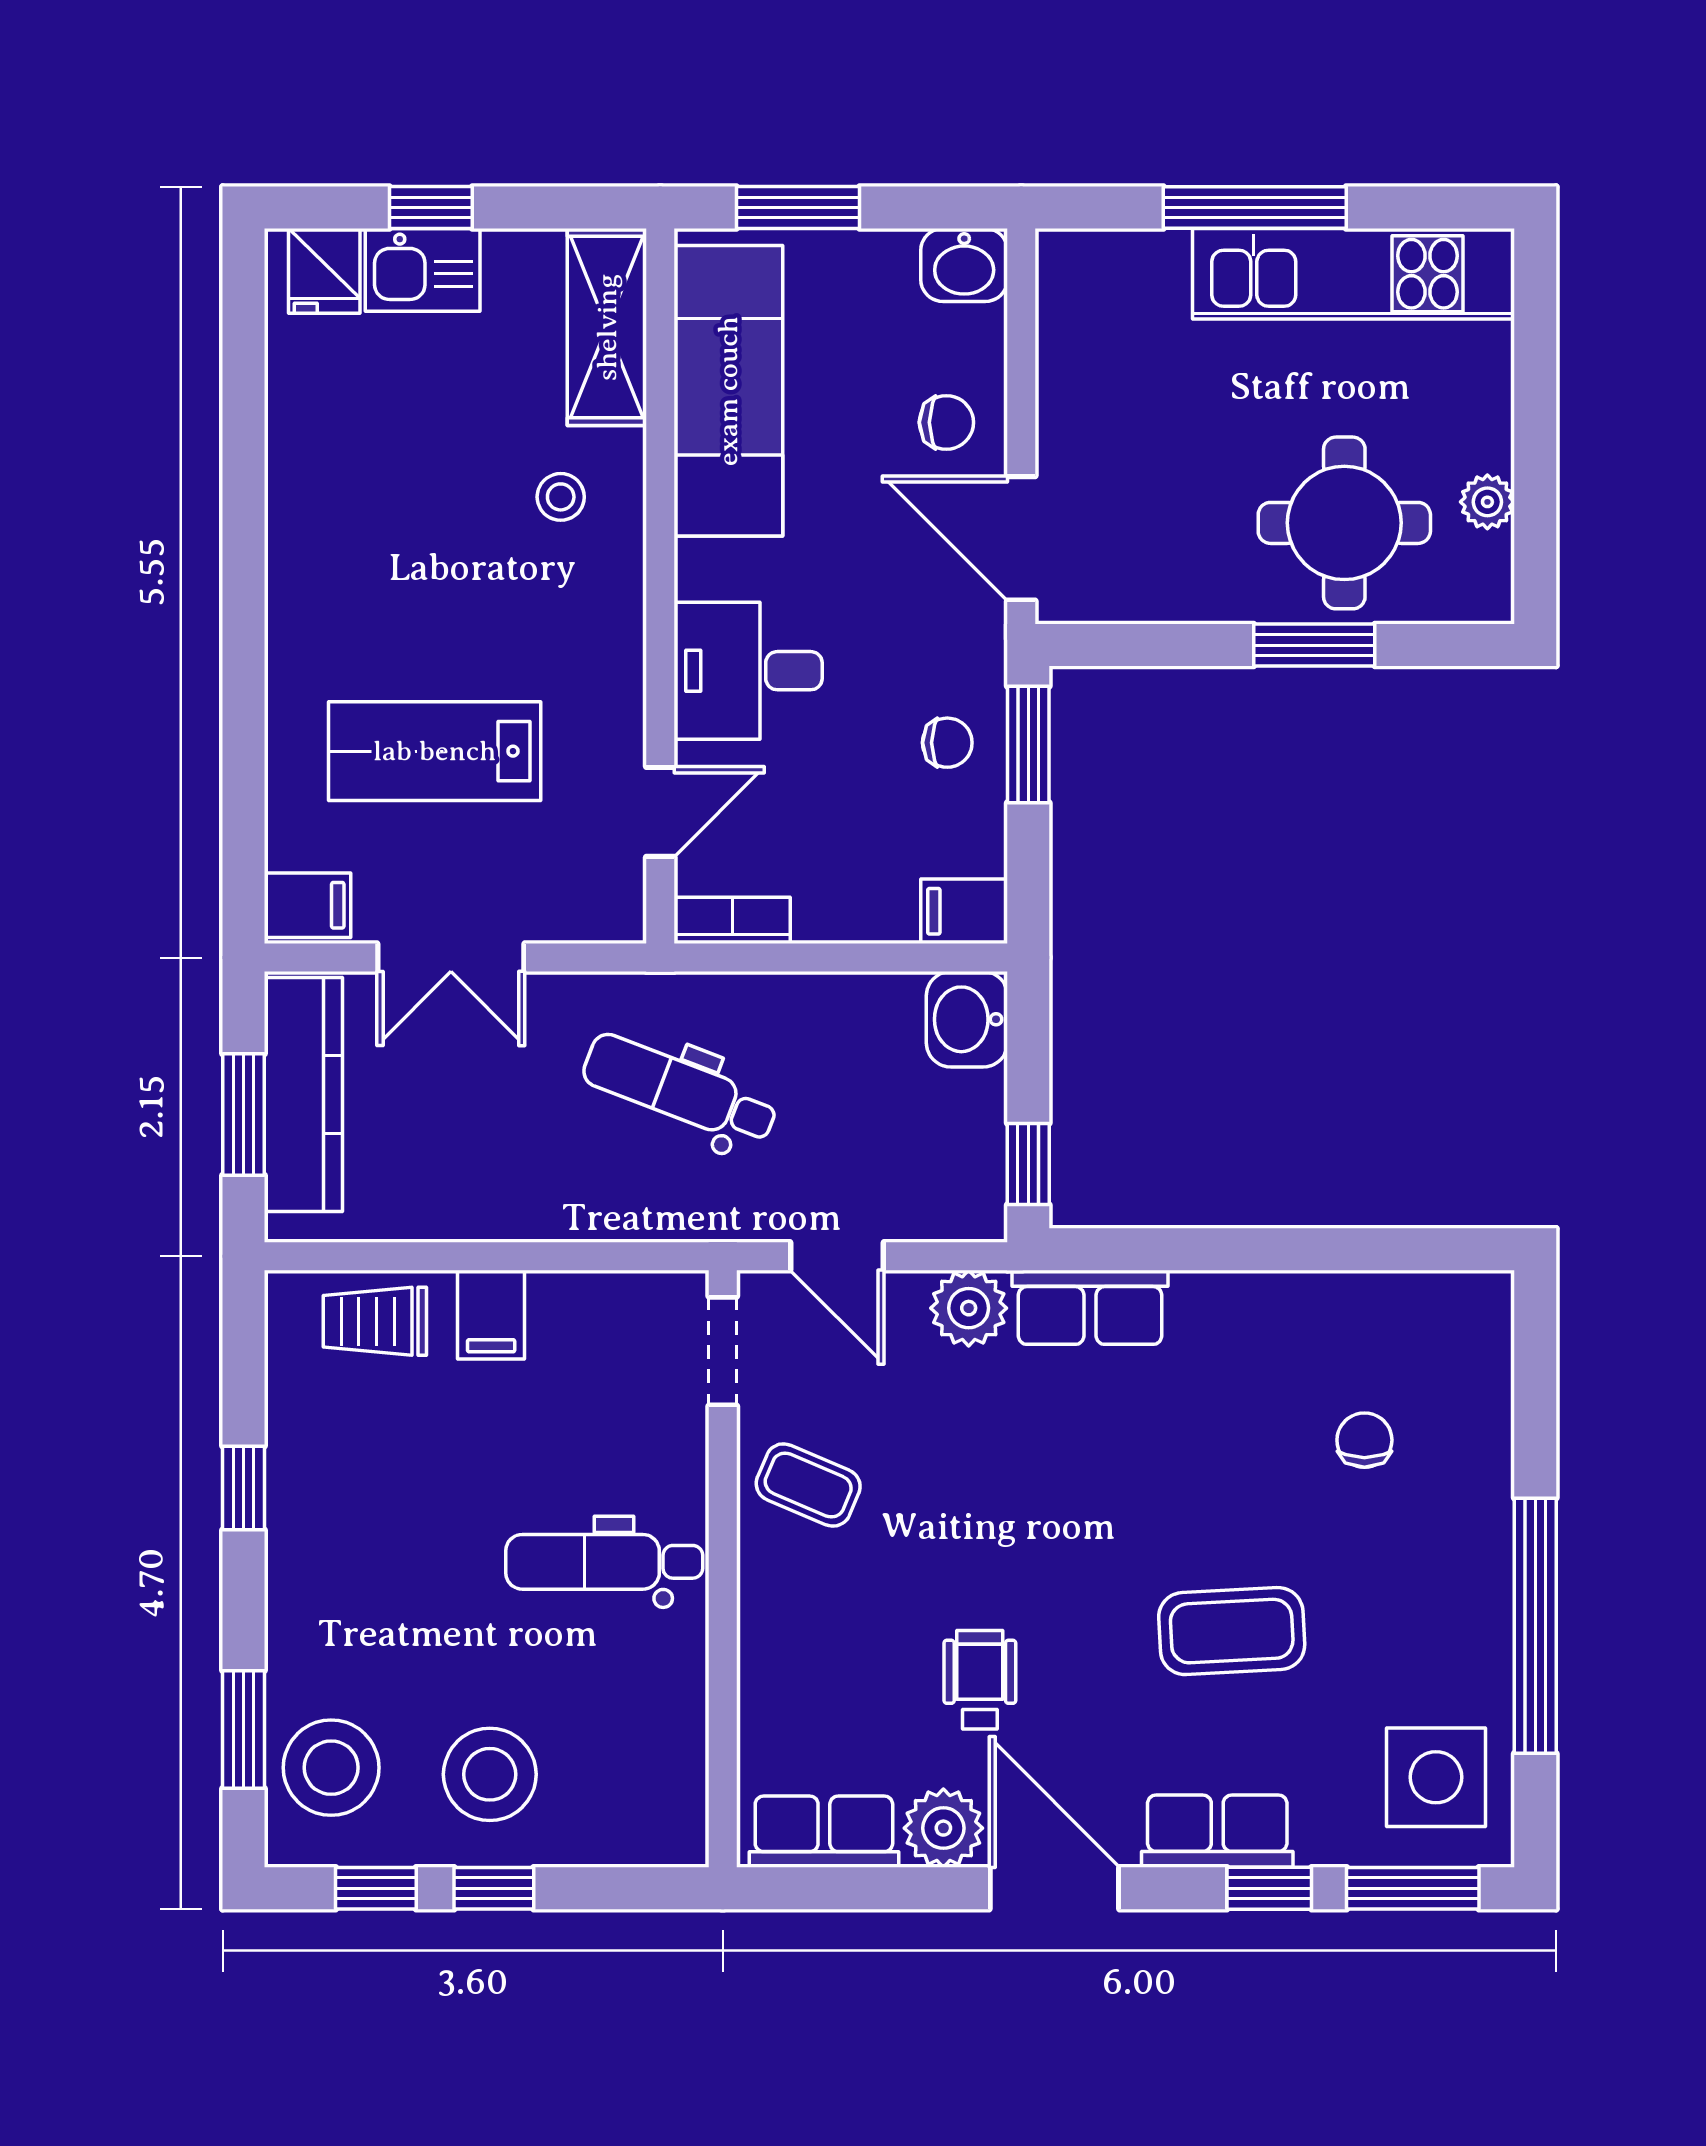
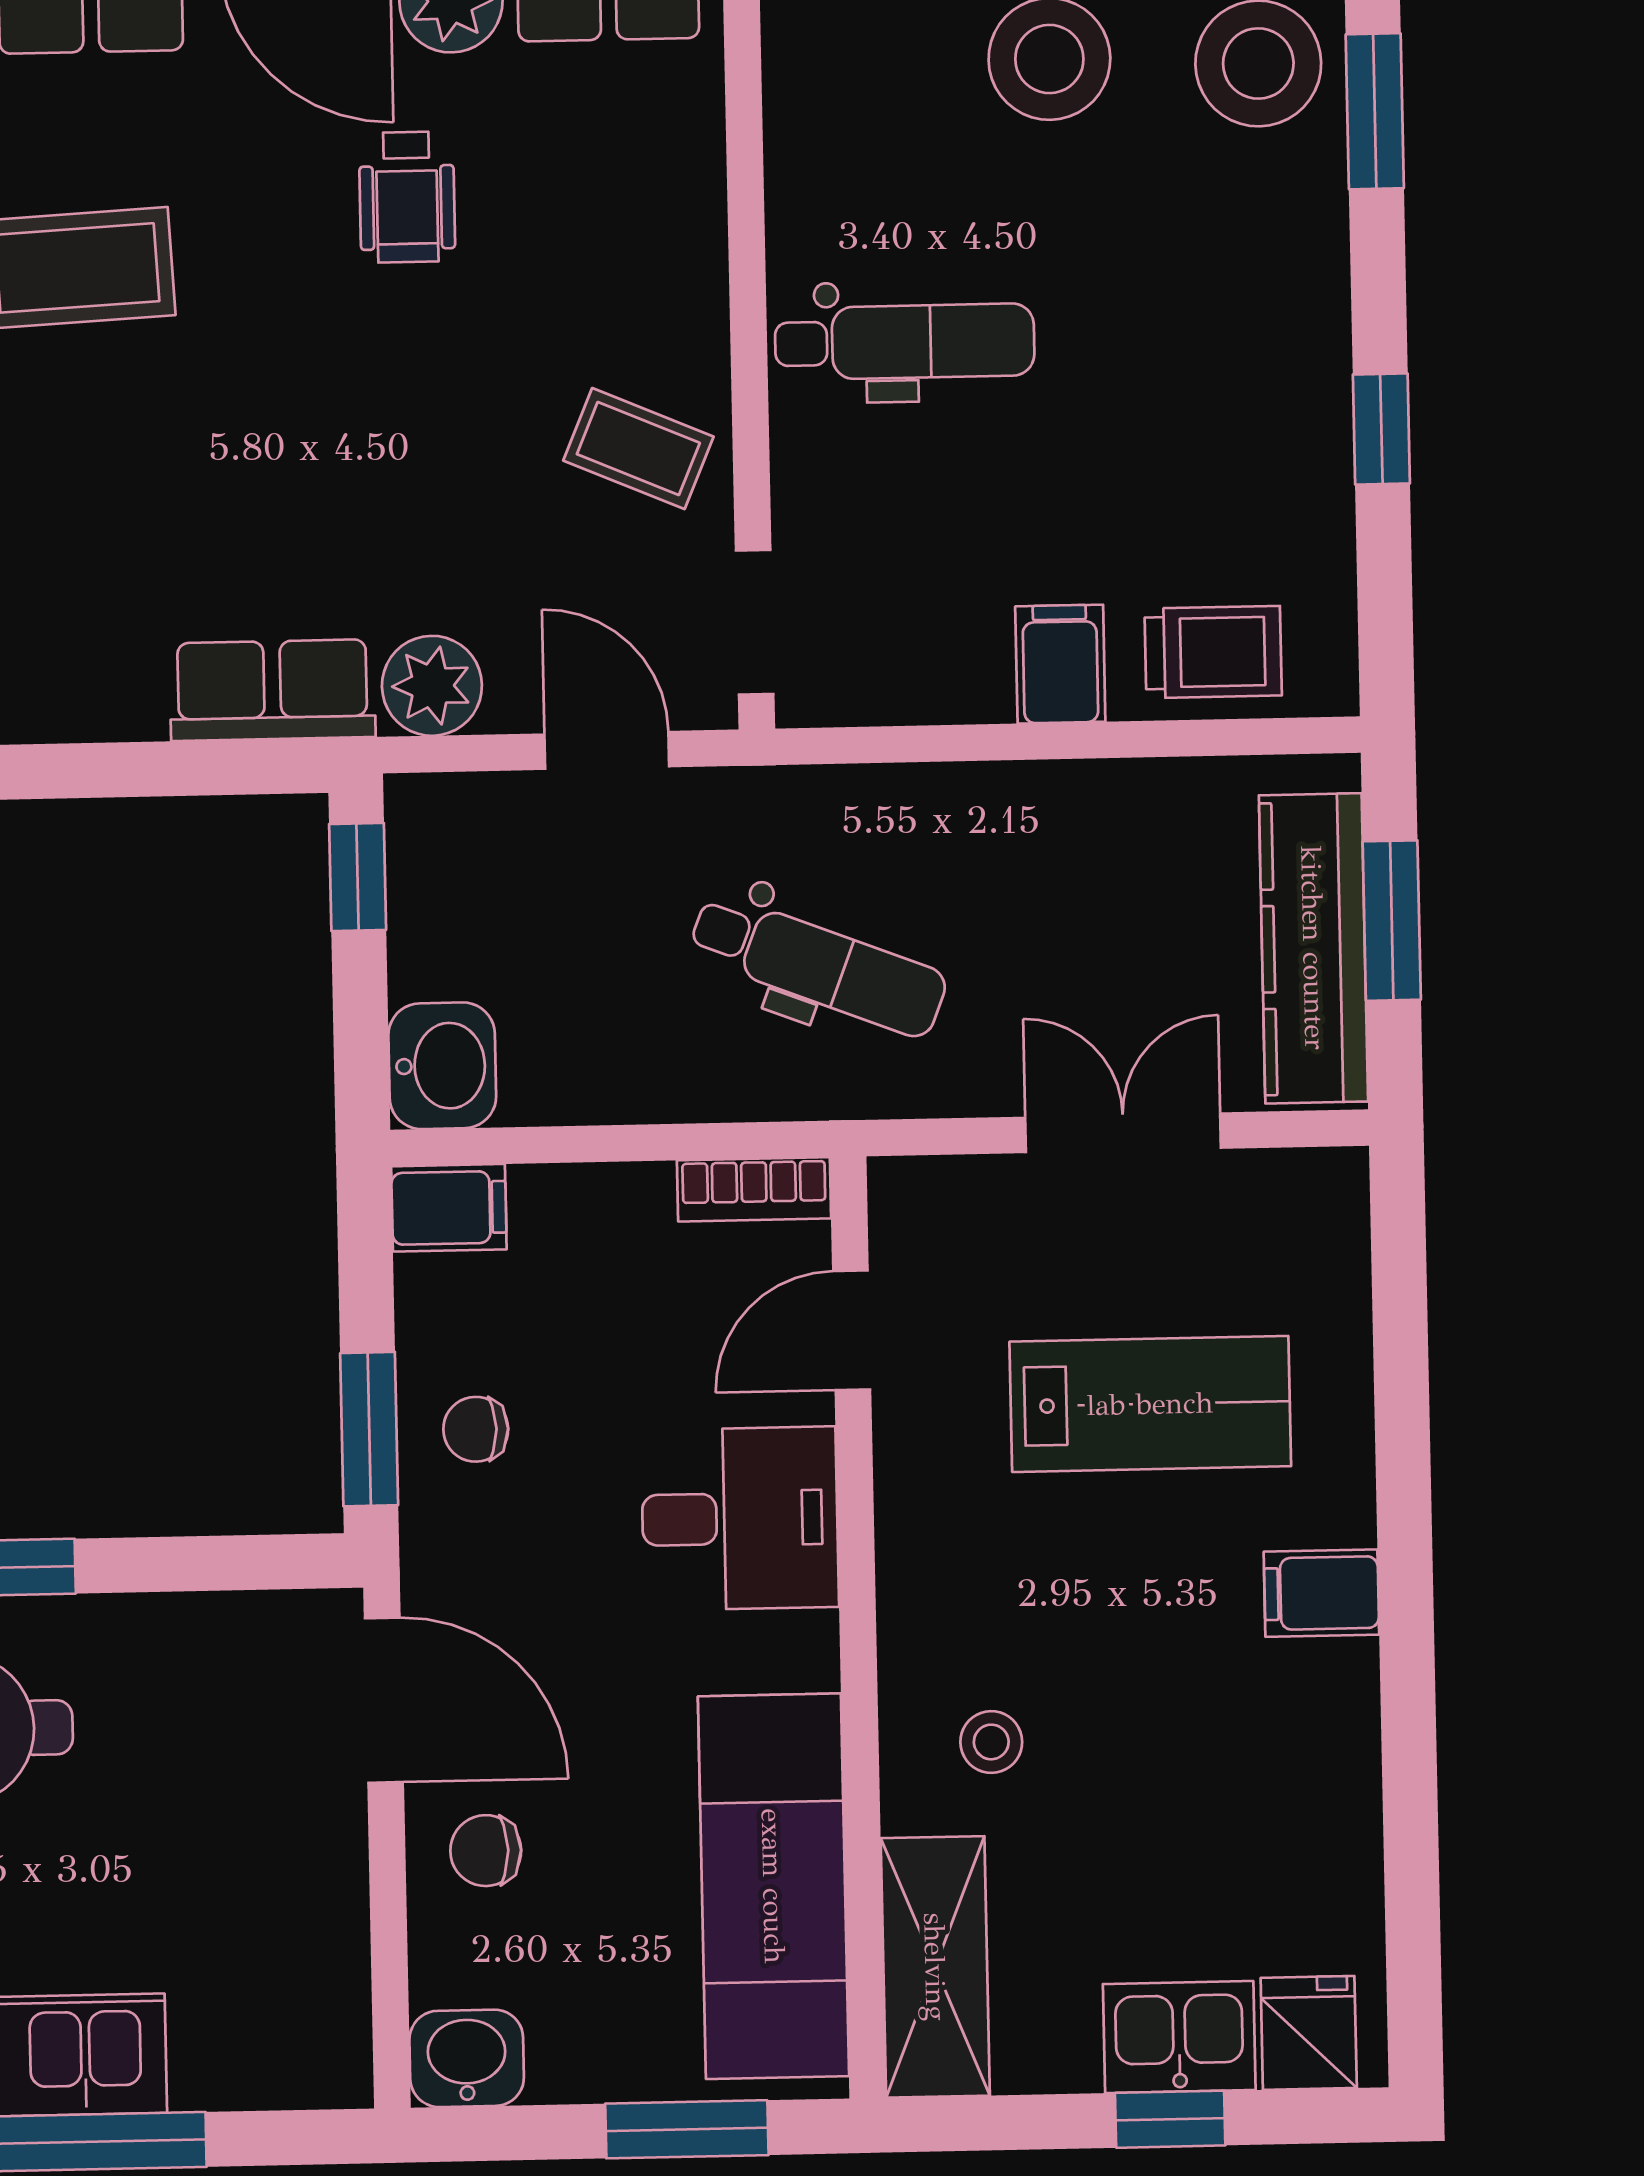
filing cabinet: (308, 905) -> (1321, 1593), moved

